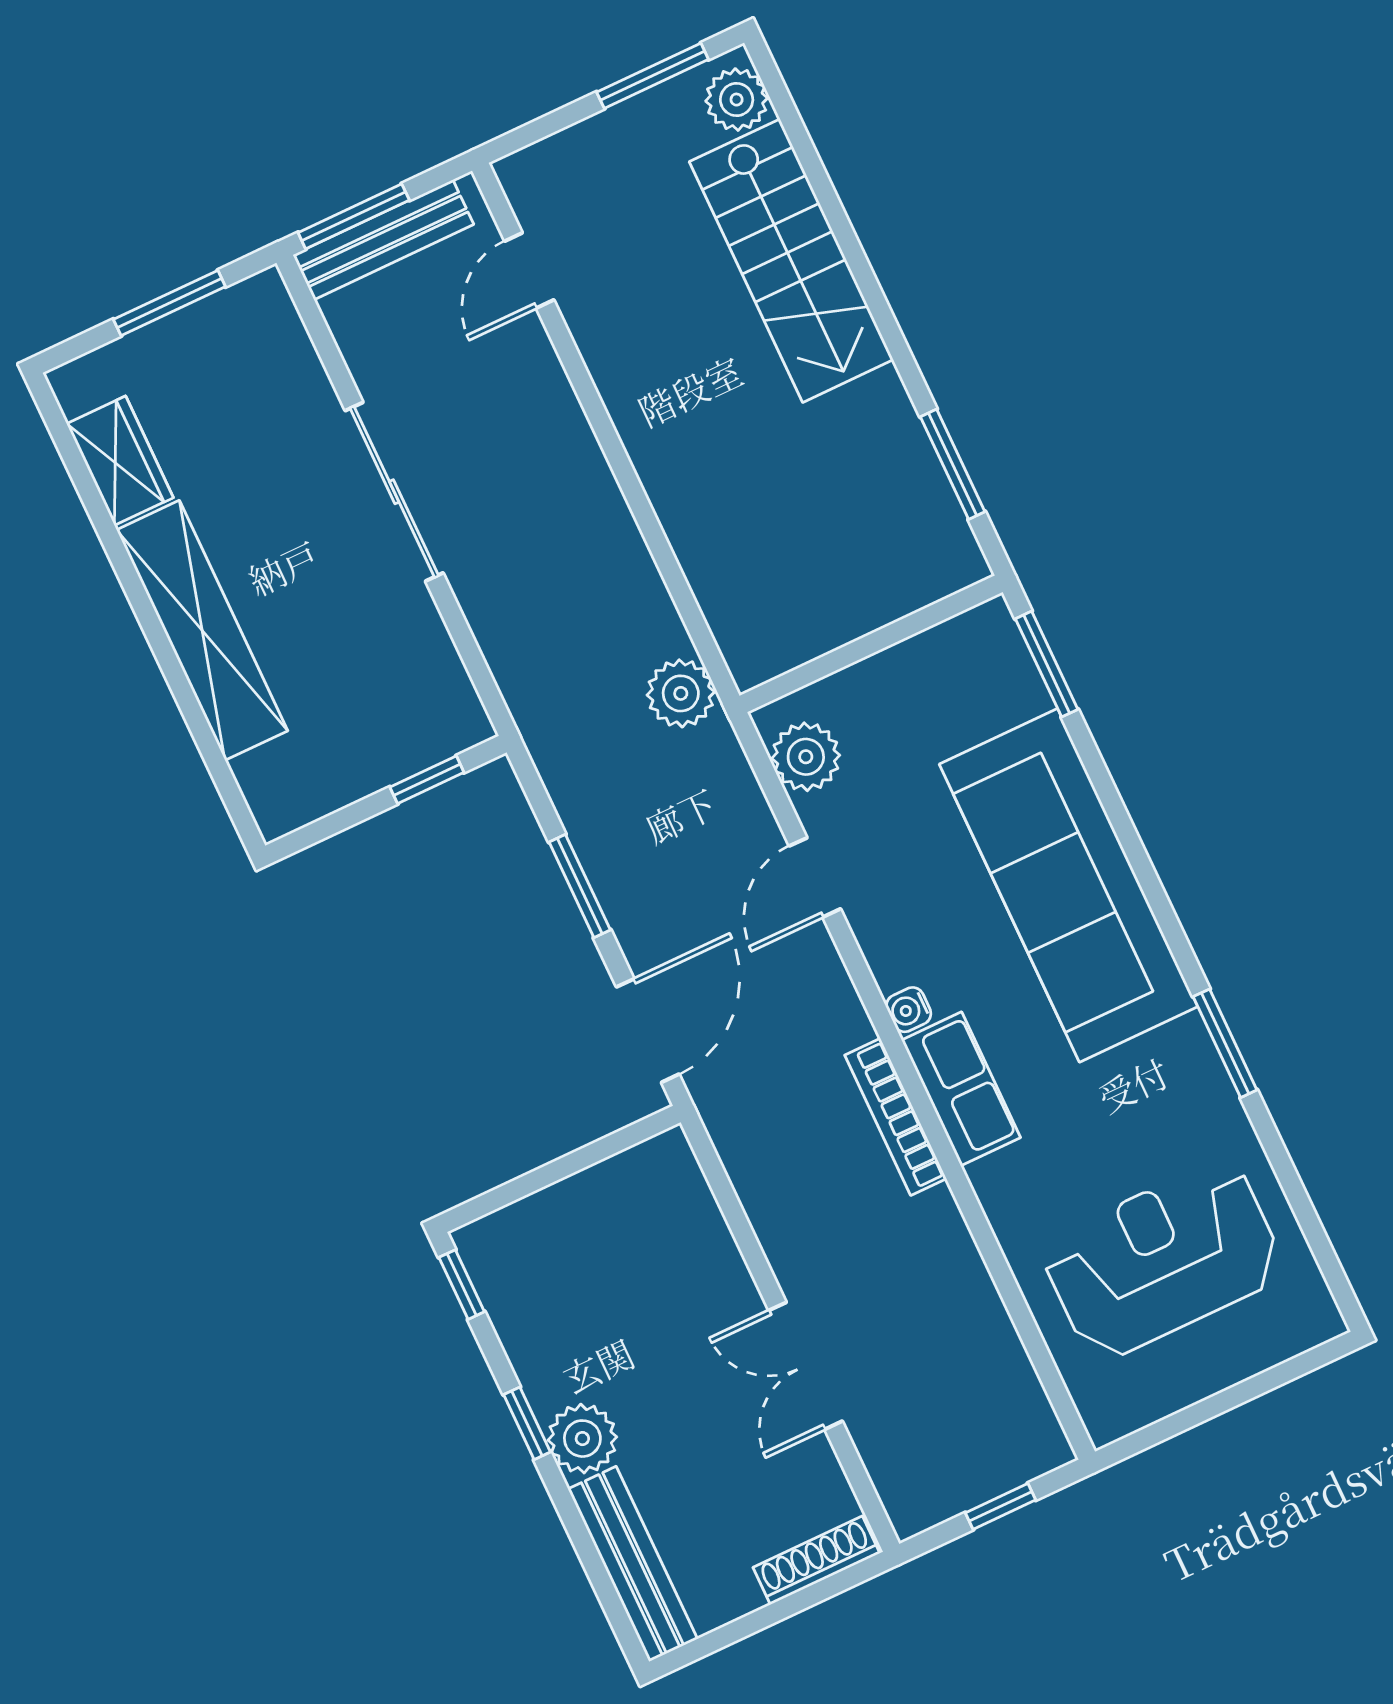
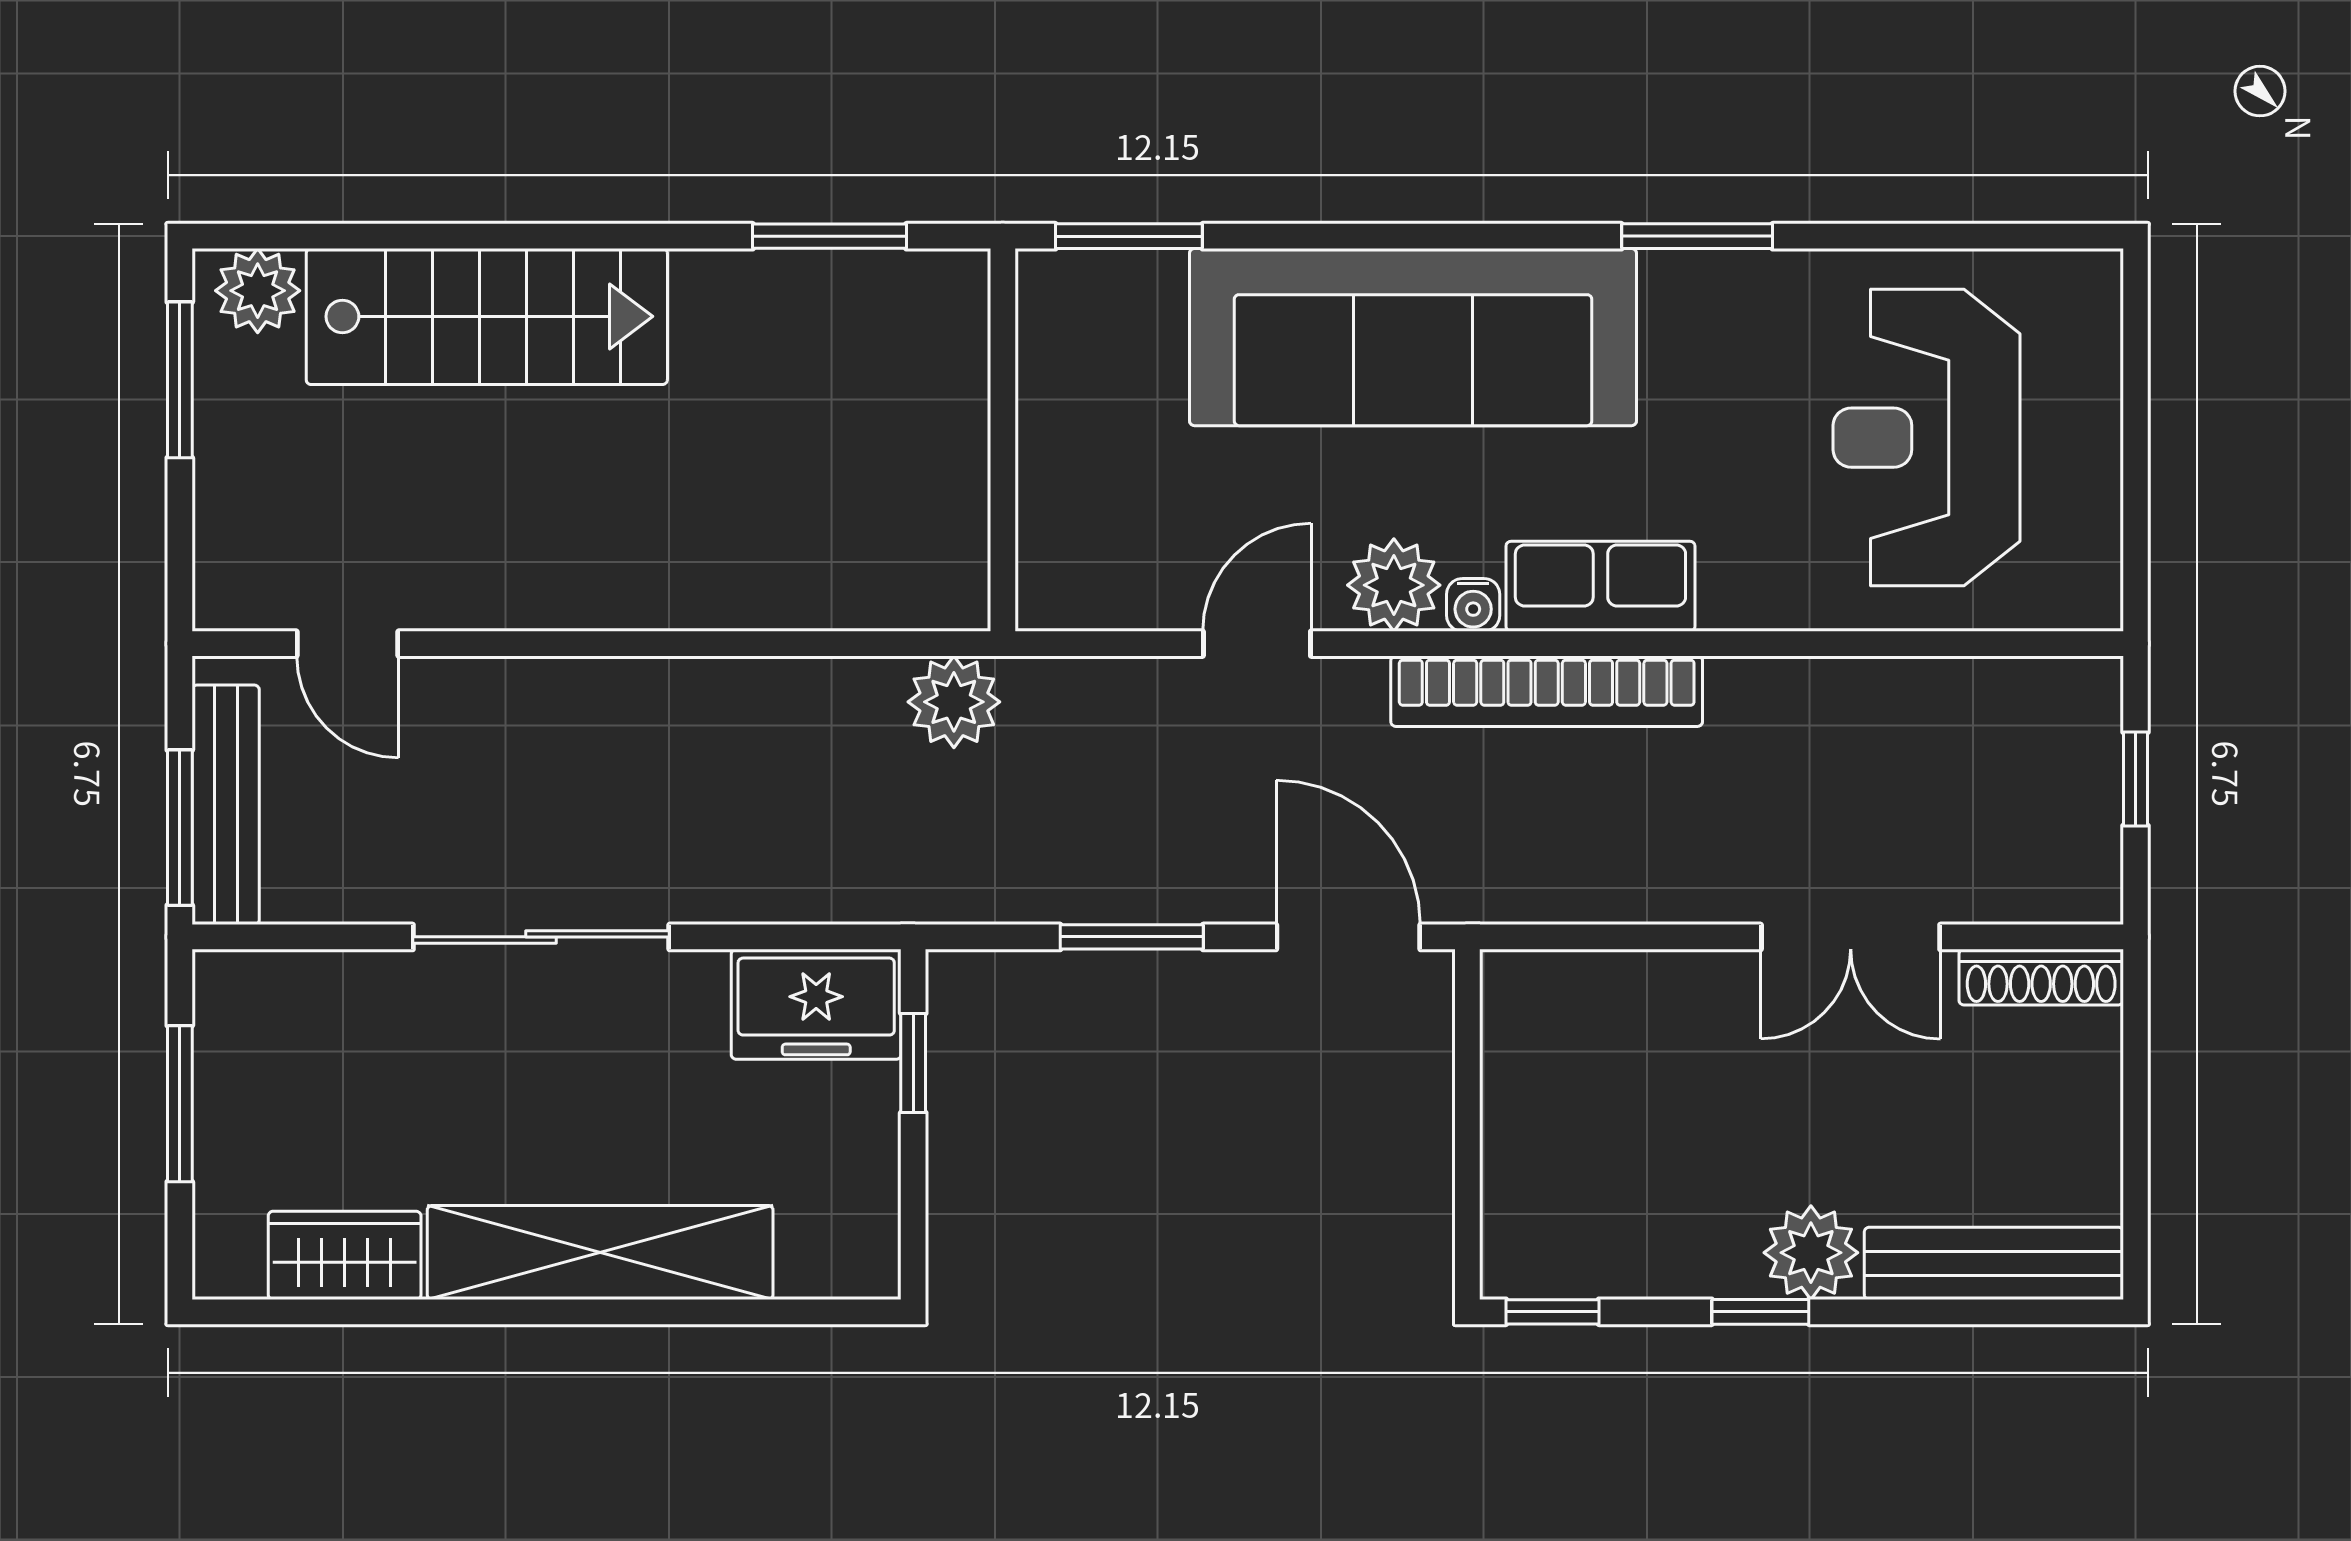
freezer: (436, 697) -> (816, 1004), added
plant: (806, 757) -> (1394, 585), moved
door: (815, 877) -> (1257, 644), swing flipped
bookcase: (896, 1117) -> (1547, 691), width x1.48, depth x1.31
shoe rack: (816, 1560) -> (2041, 977), moved, turned -90

